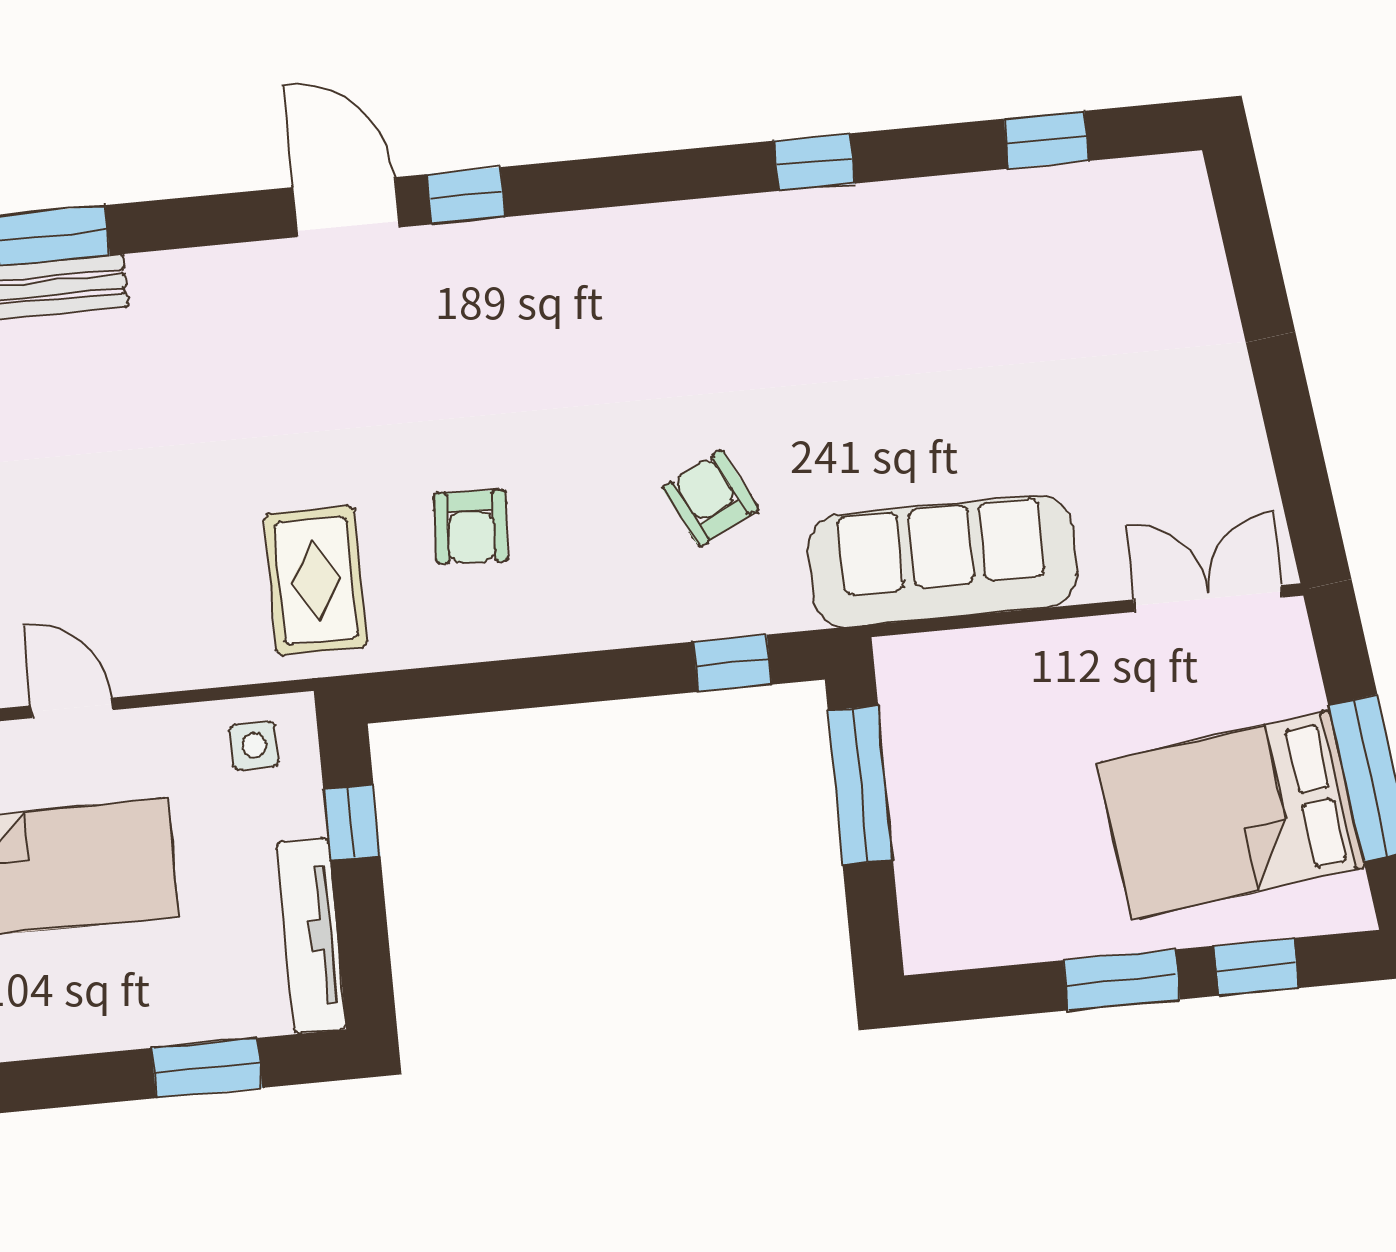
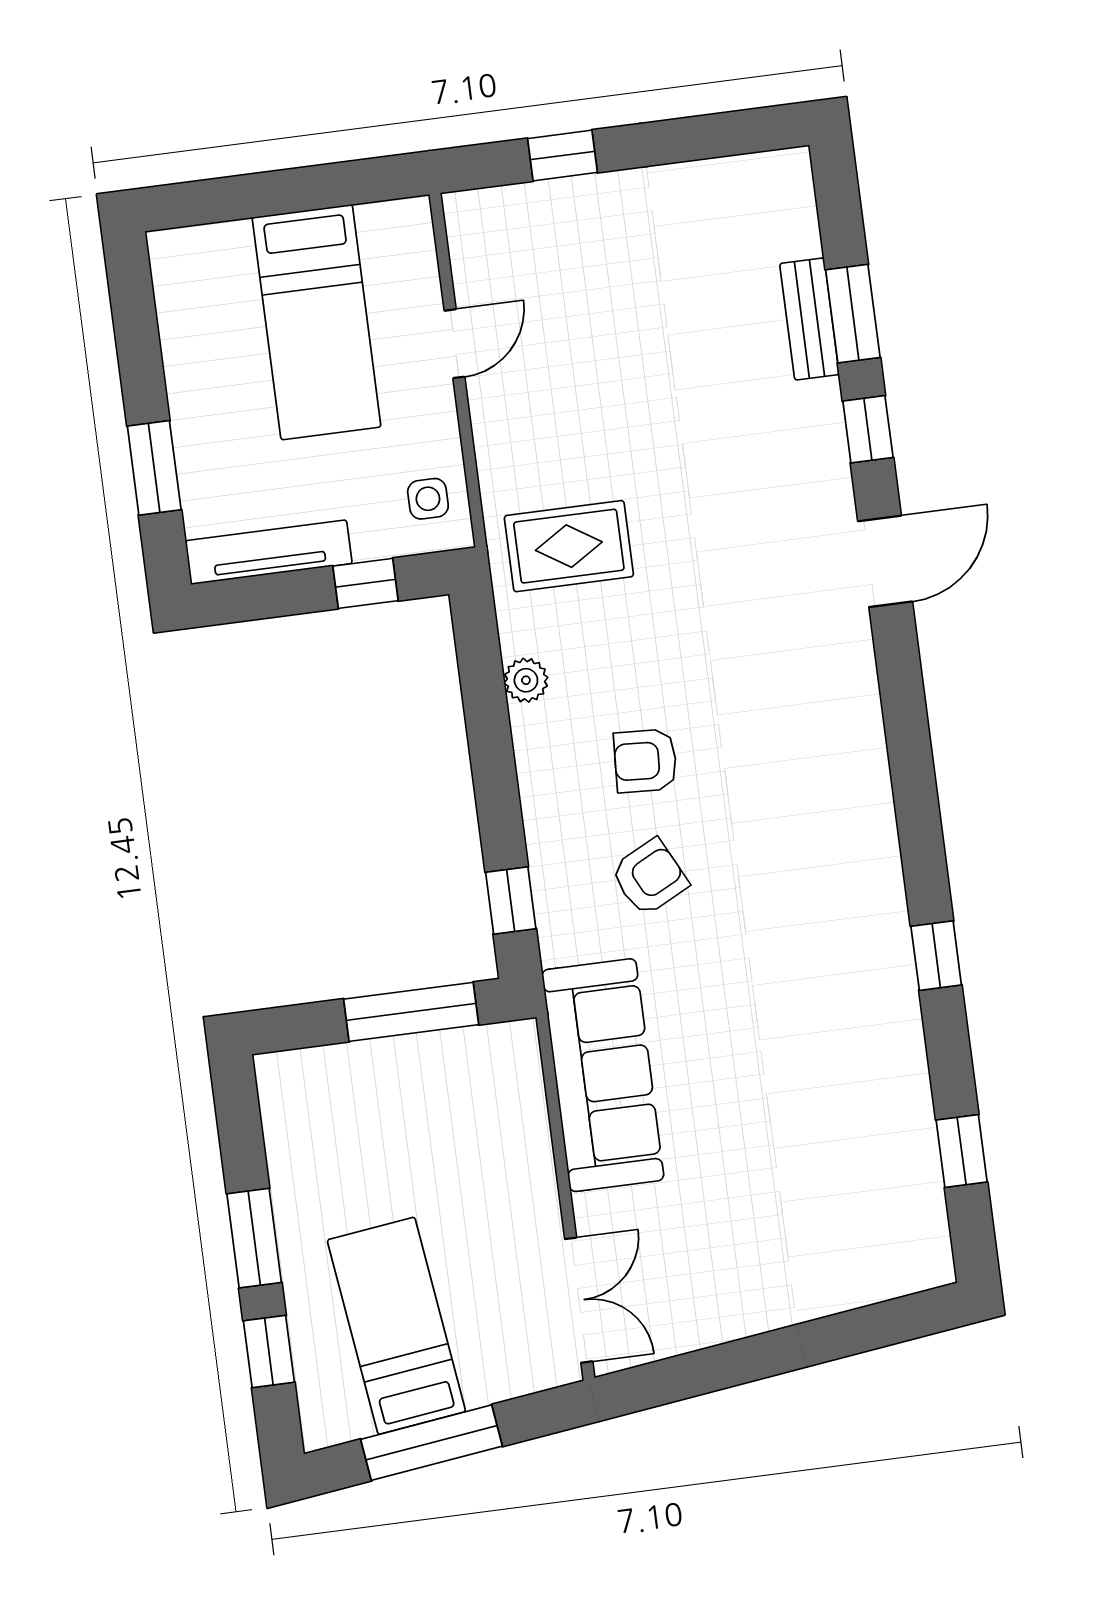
window: (466, 196) -> (868, 429), moved
armchair: (471, 527) -> (645, 761), moved
plant: (473, 637) -> (526, 680), added
bed: (1231, 815) -> (396, 1326), width x0.67

